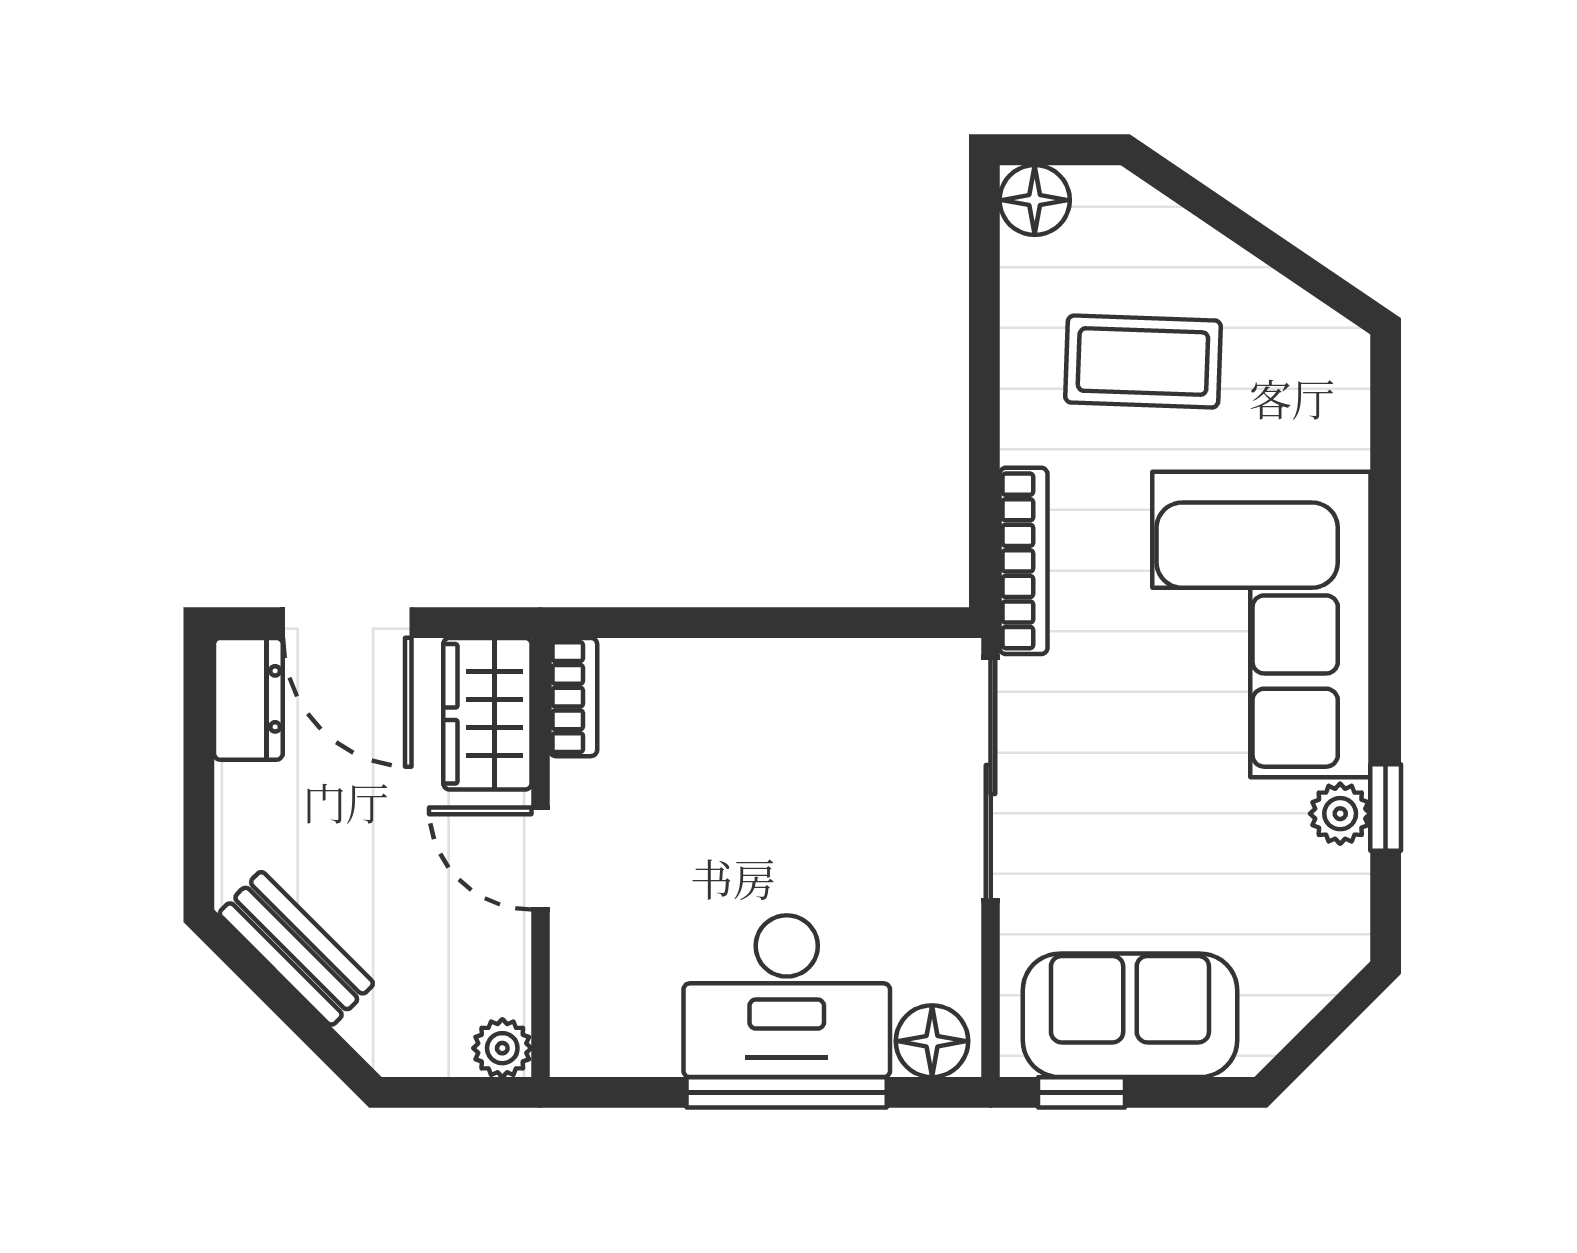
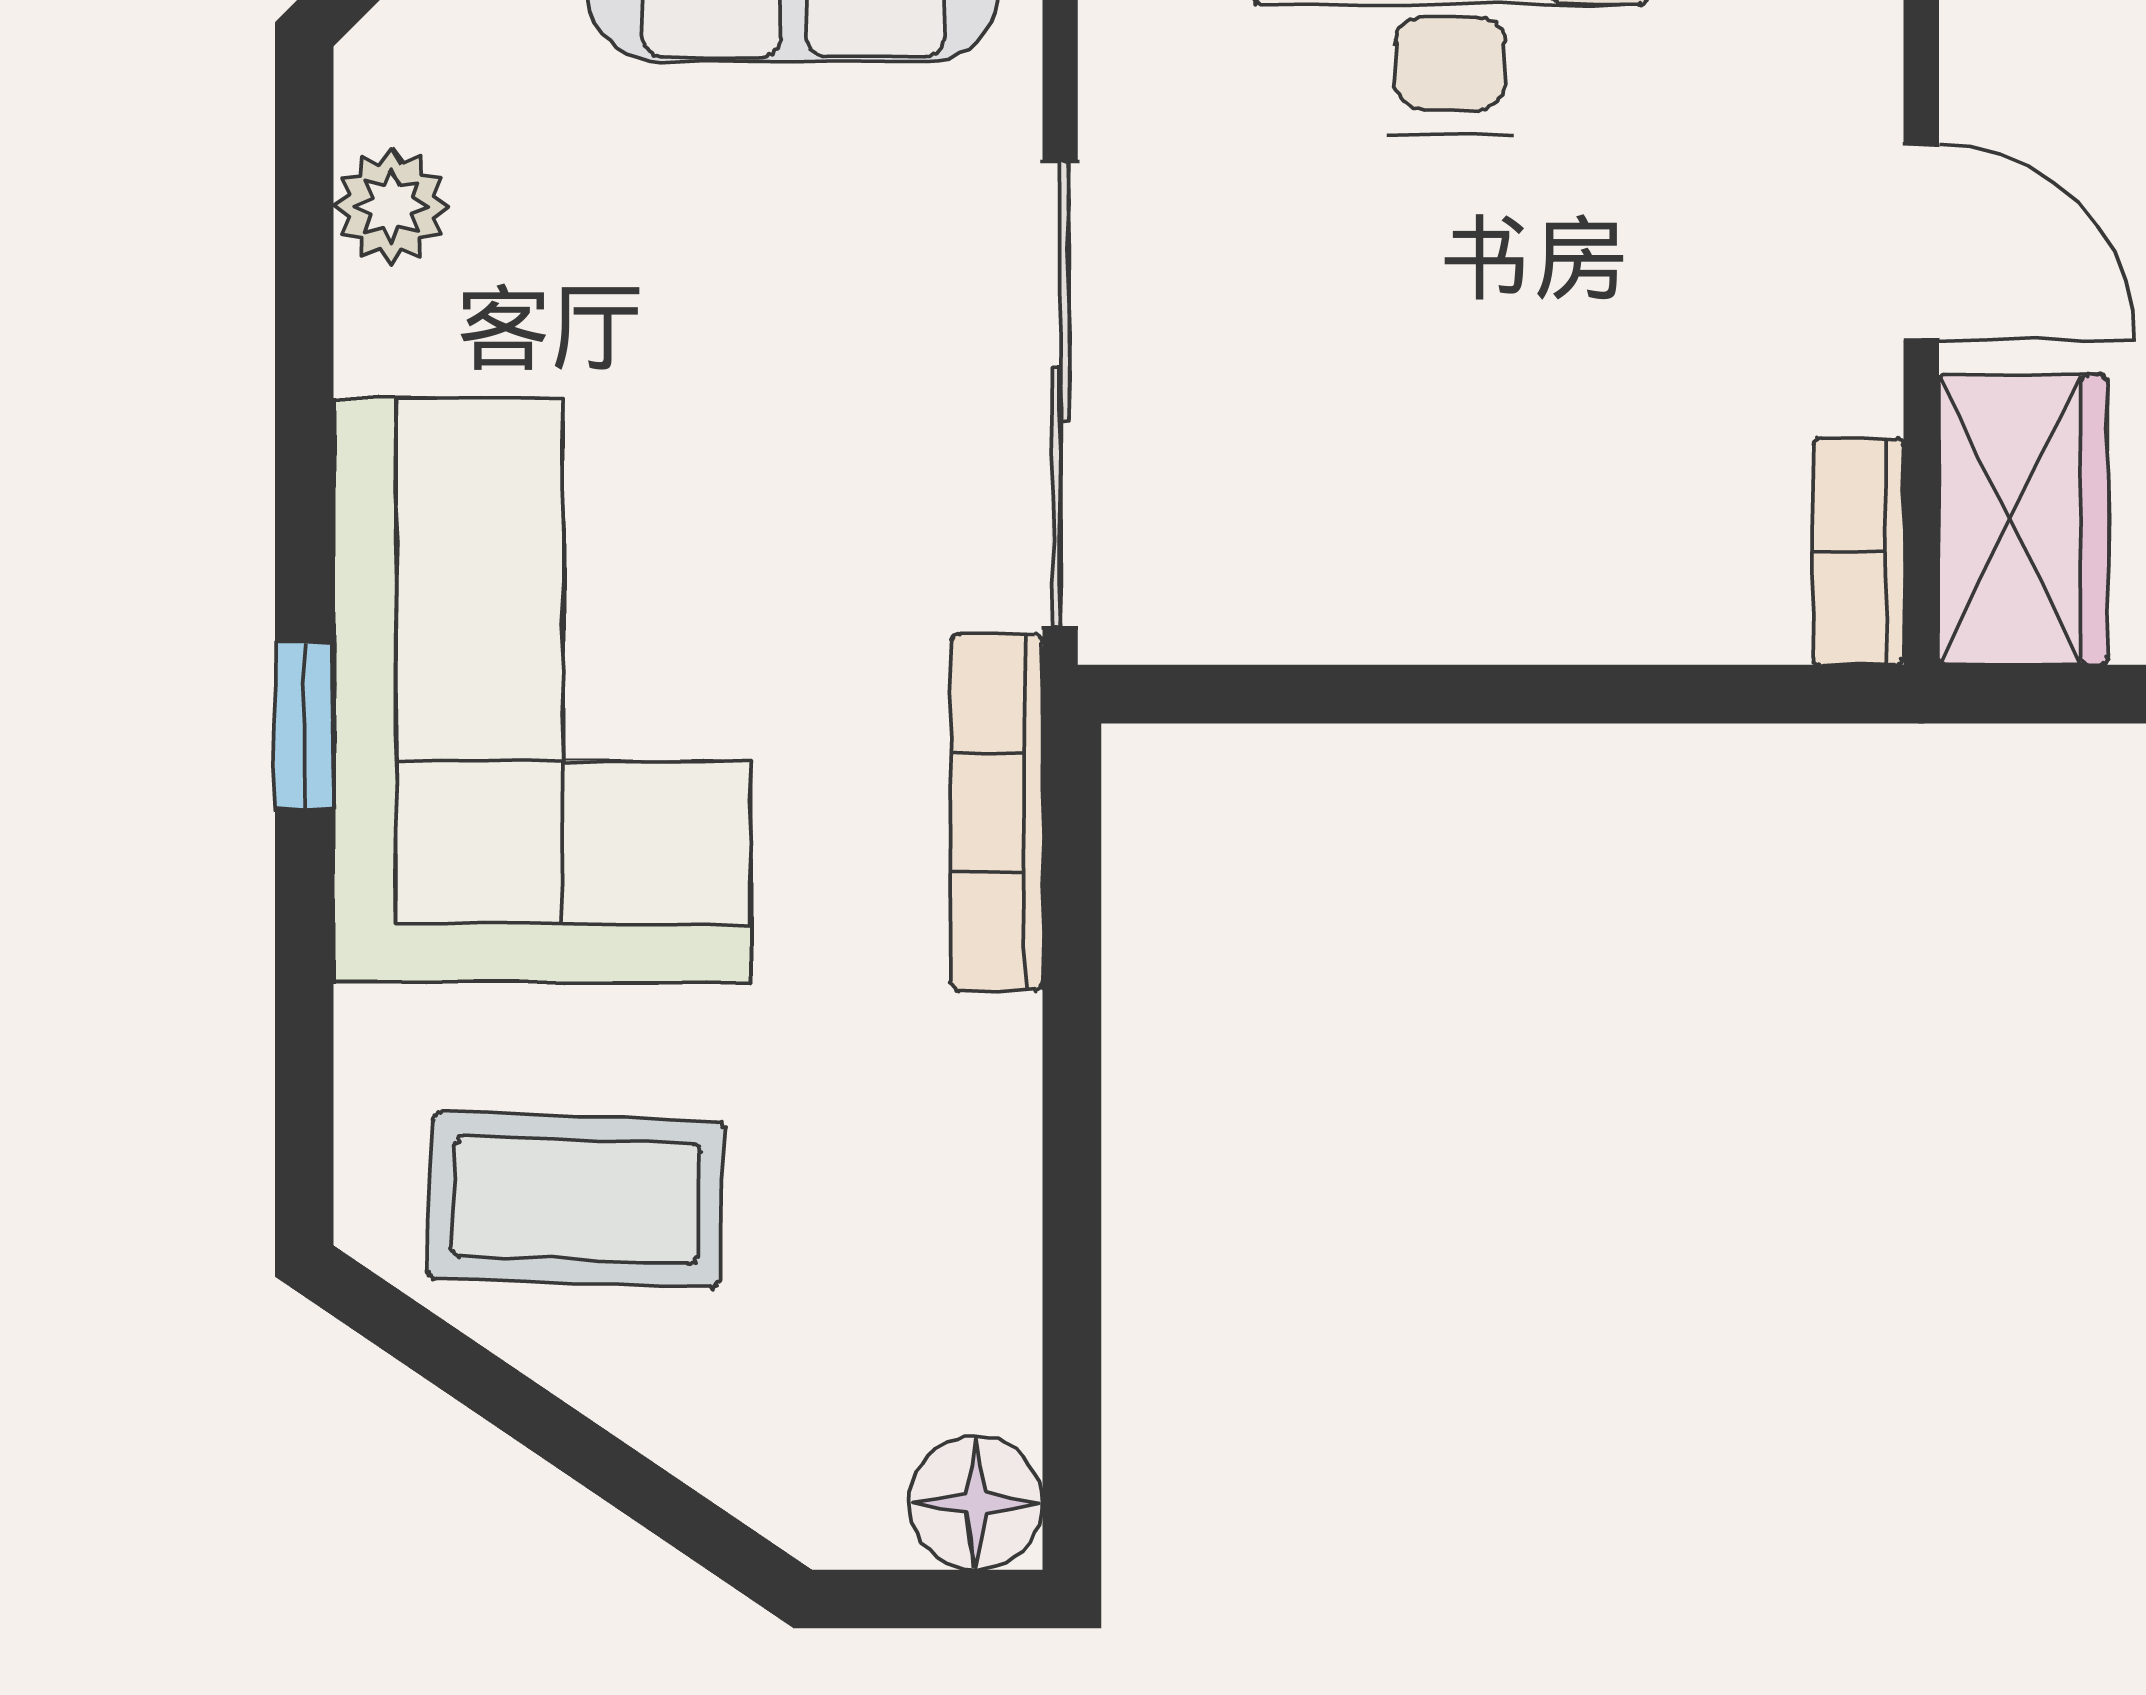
coffee table: (1143, 362) -> (576, 1200), moved
window: (1386, 807) -> (304, 725), moved
plant: (1340, 814) -> (391, 206), moved

